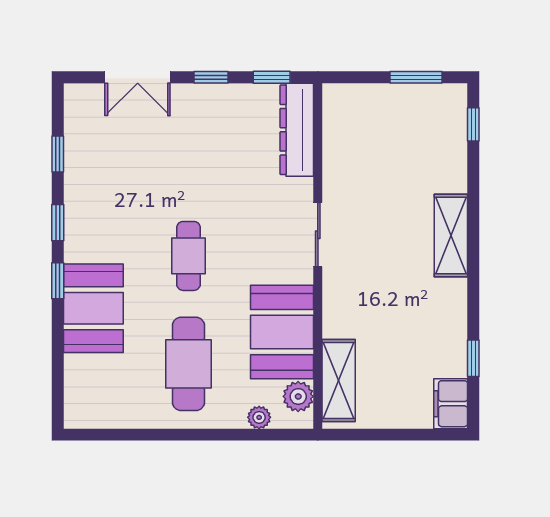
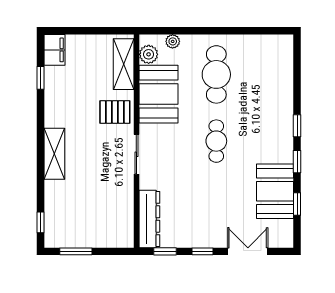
pallet: (353, 303) -> (115, 112), added
booth: (93, 308) -> (275, 191), moved

